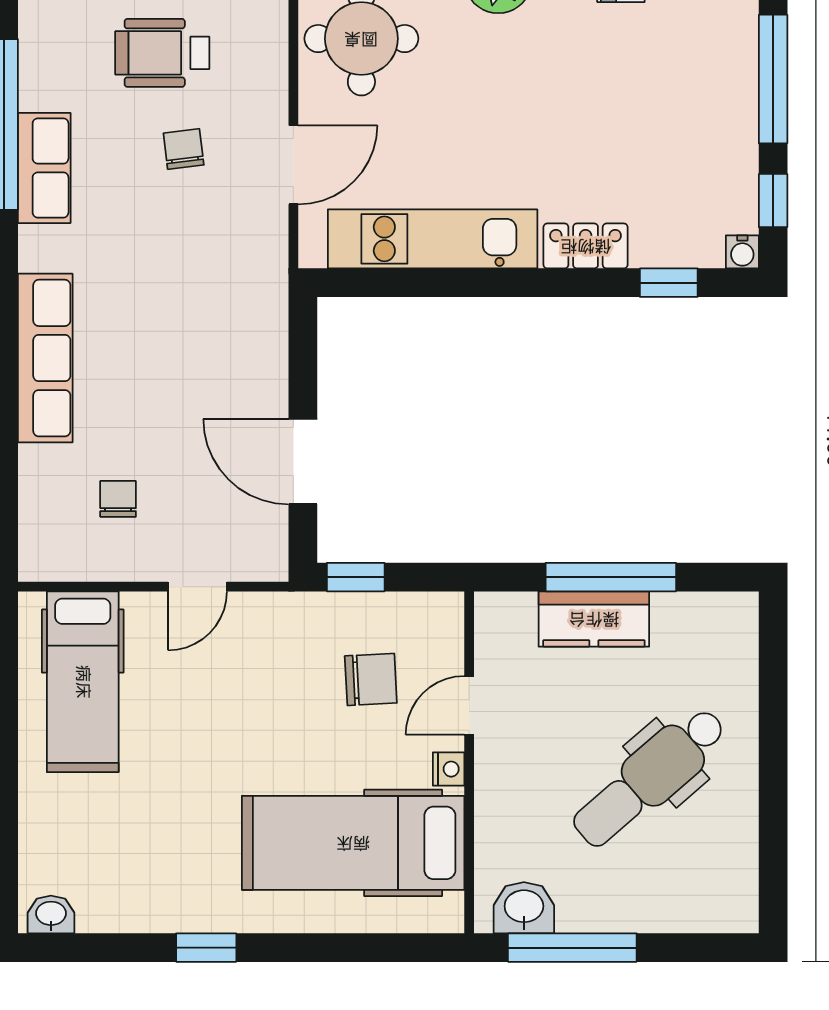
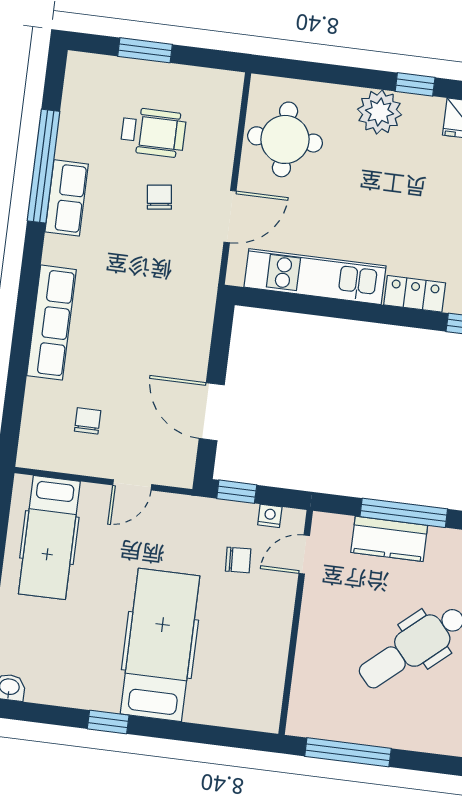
wheelchair: (162, 53) -> (153, 132), turned 180
chair: (371, 679) -> (238, 560), width x0.73, depth x0.73
door: (469, 705) -> (304, 555), moved
nightstand: (449, 769) -> (270, 516), moved, turned -90
hospital bed: (353, 843) -> (160, 645), moved, turned 90
washbasin: (524, 908) -> (320, 722), removed

